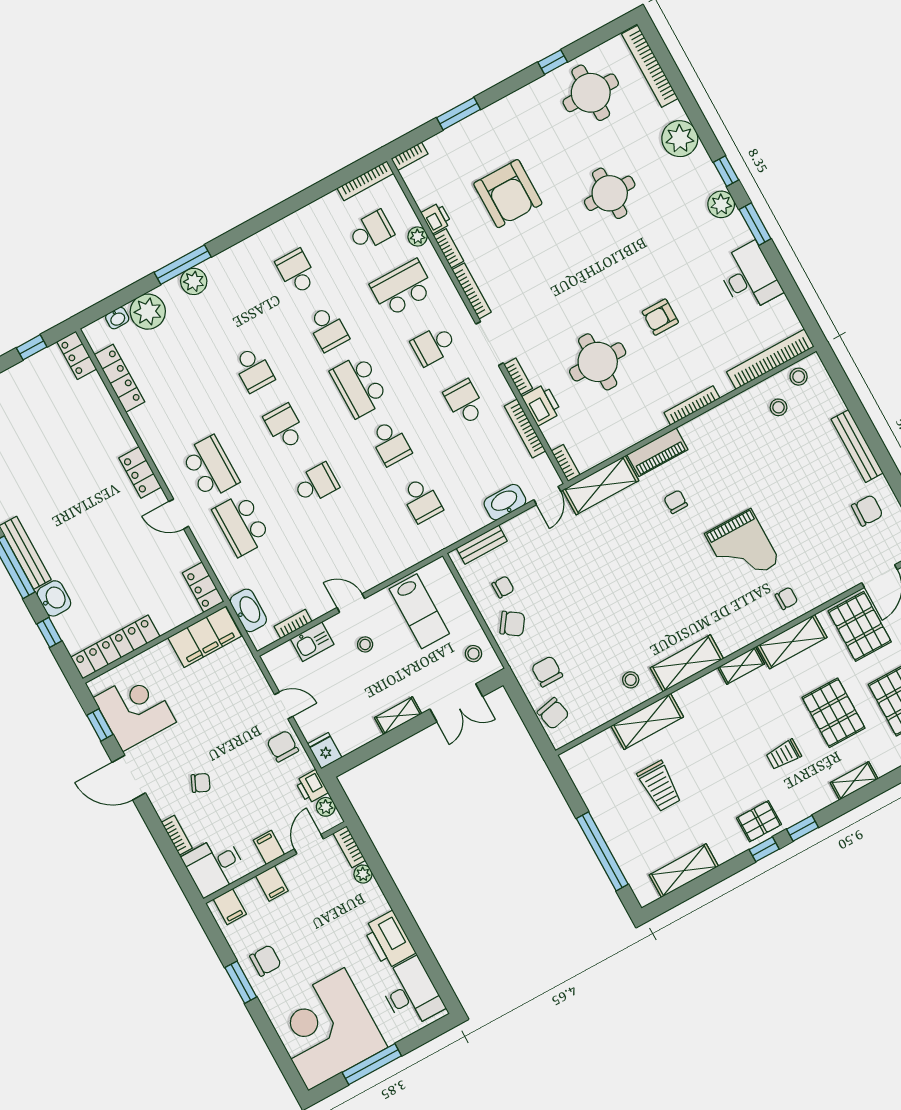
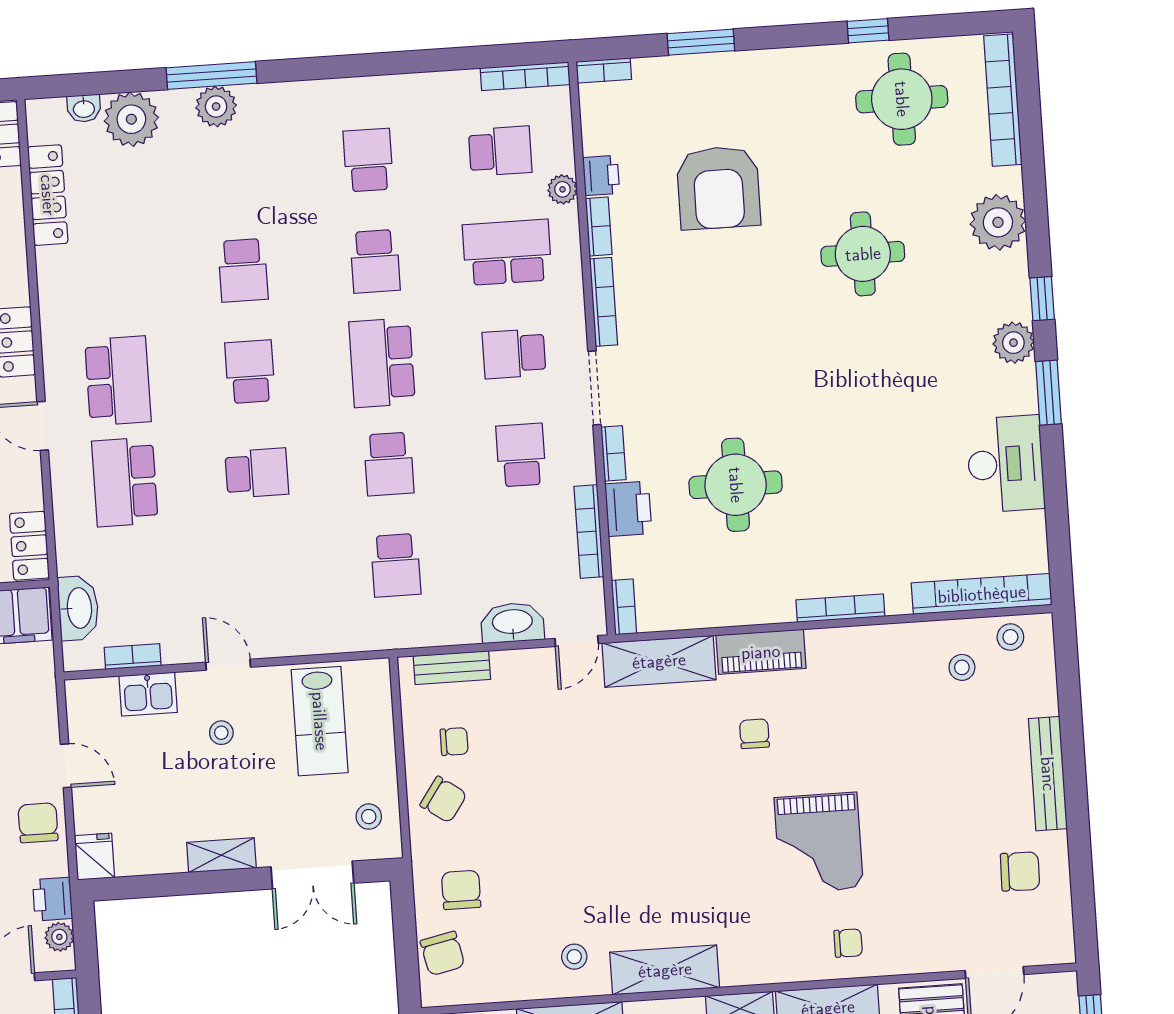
armchair: (660, 317) -> (853, 462), removed

